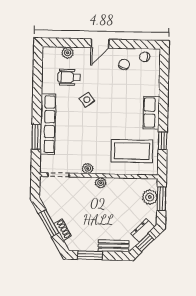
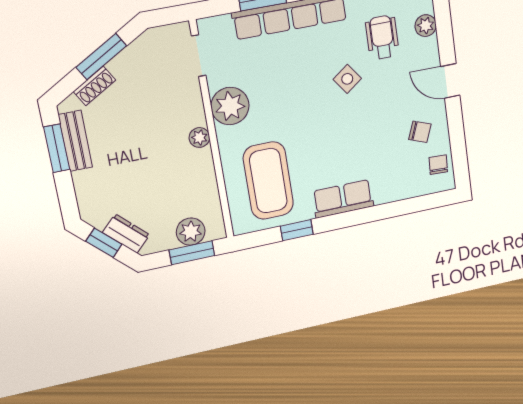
plant: (88, 168) -> (230, 106), width x1.88, depth x1.88
bench: (114, 246) -> (75, 141), moved

